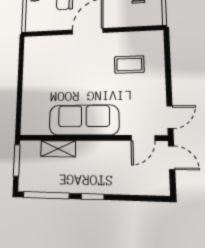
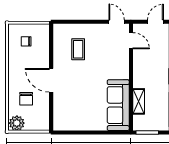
sofa: (84, 120) -> (118, 105), moved
door: (172, 158) -> (156, 22), moved

